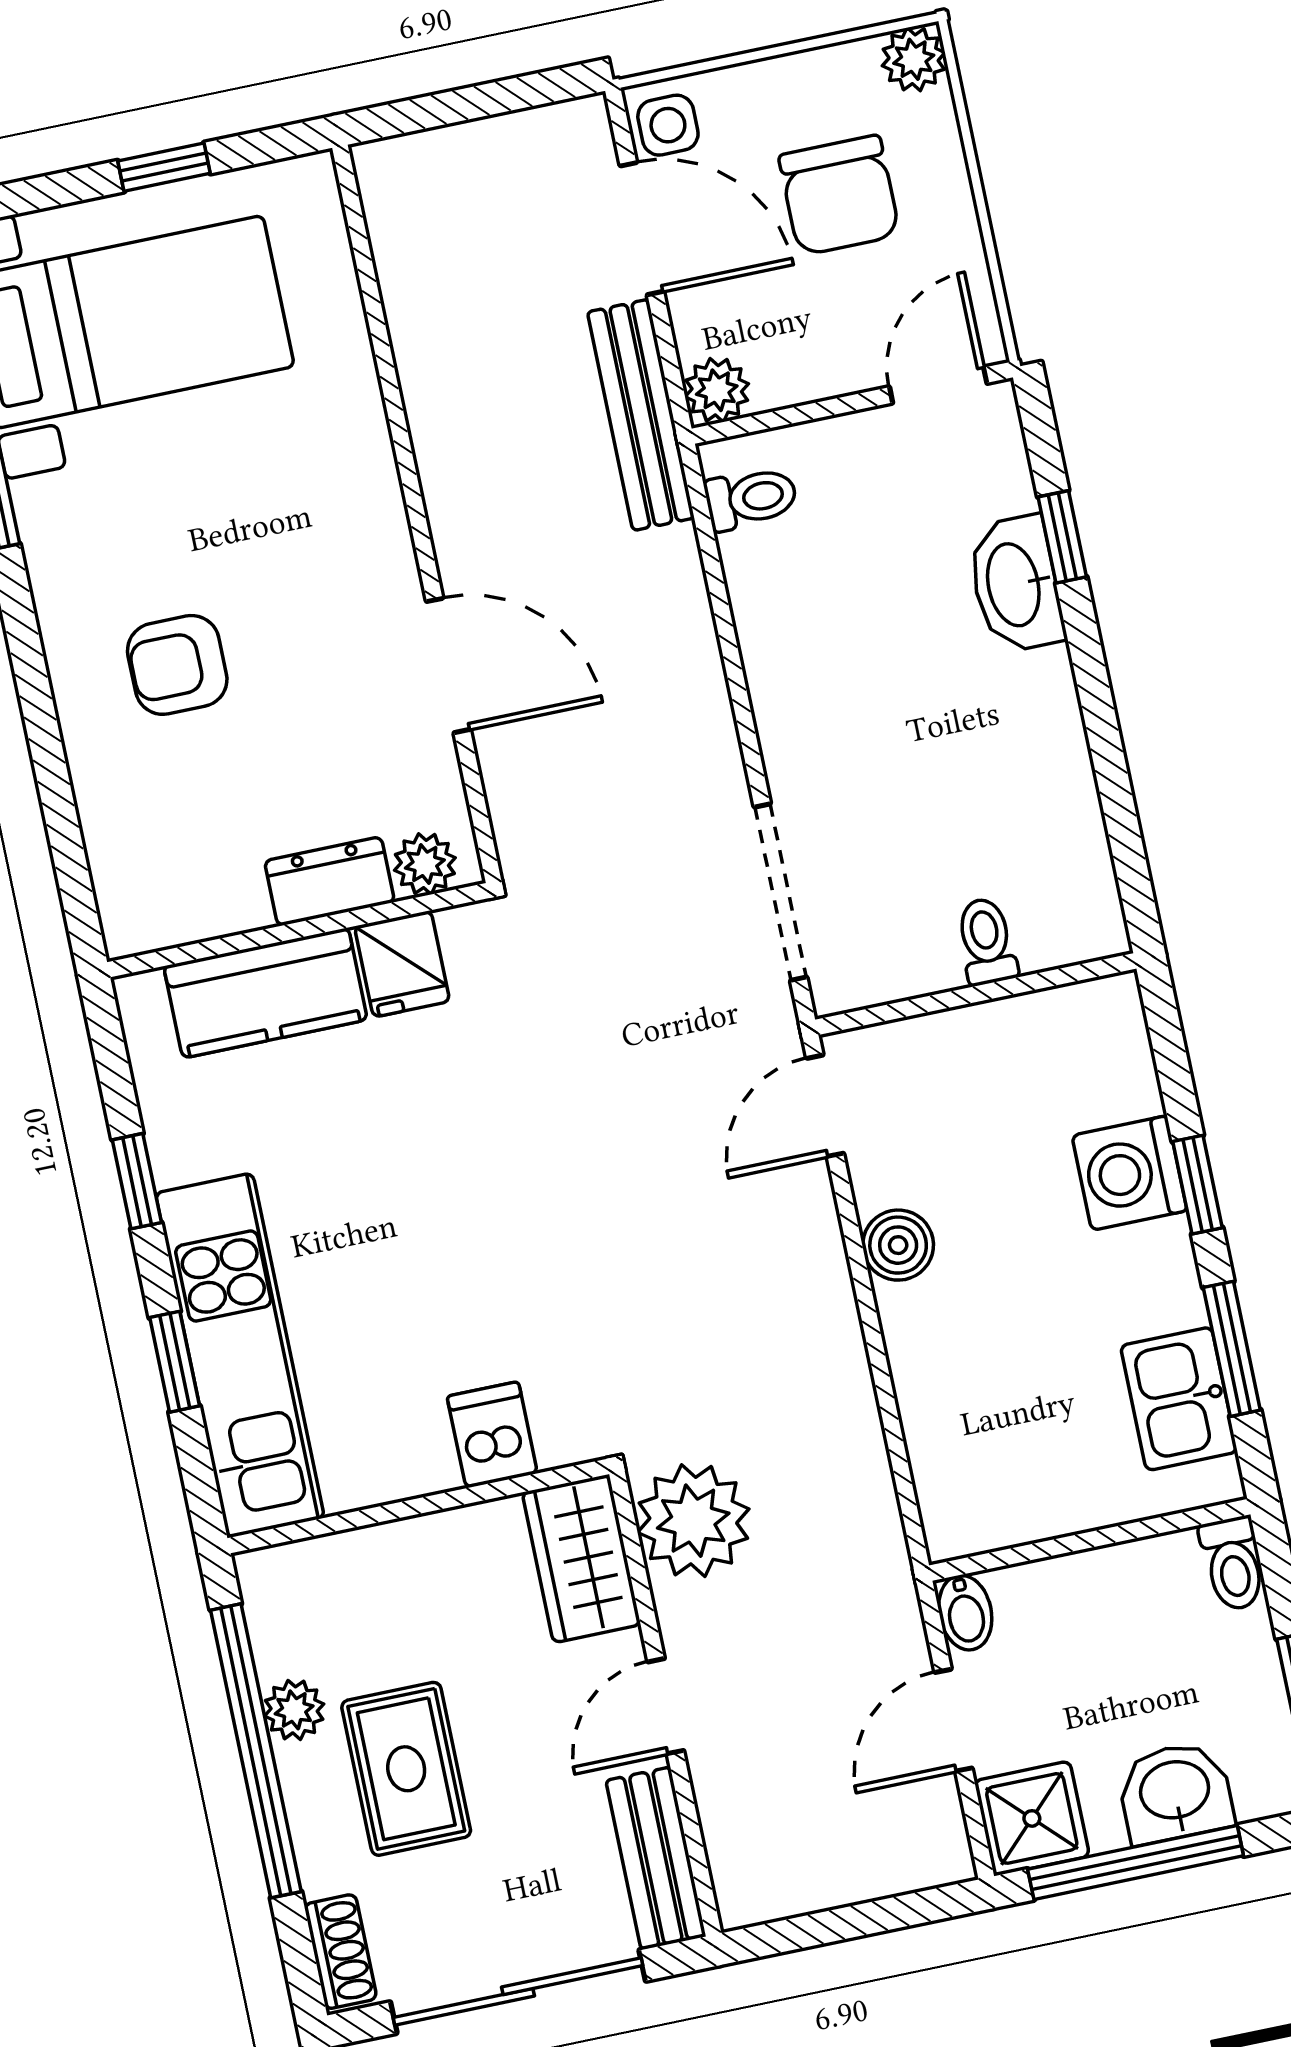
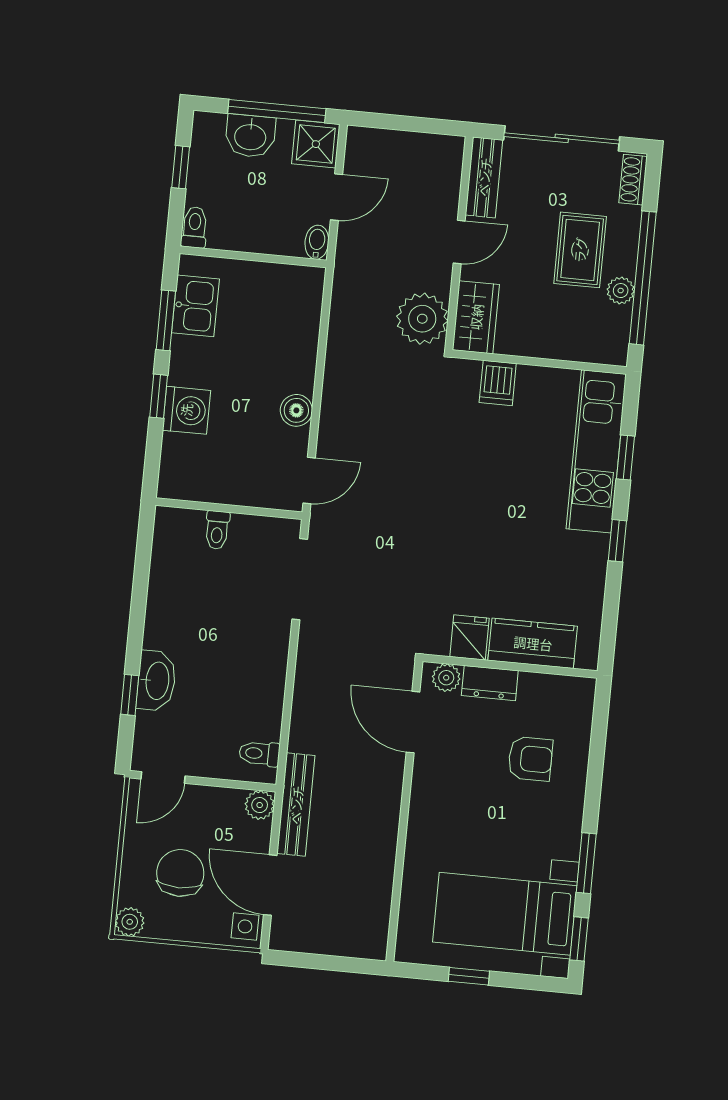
plant: (425, 864) -> (446, 678), moved
dresser: (329, 881) -> (490, 683), moved
wall: (298, 930) -> (510, 666), moved
fridge: (402, 964) -> (470, 637), moved
kitchen counter: (266, 993) -> (533, 643), moved

